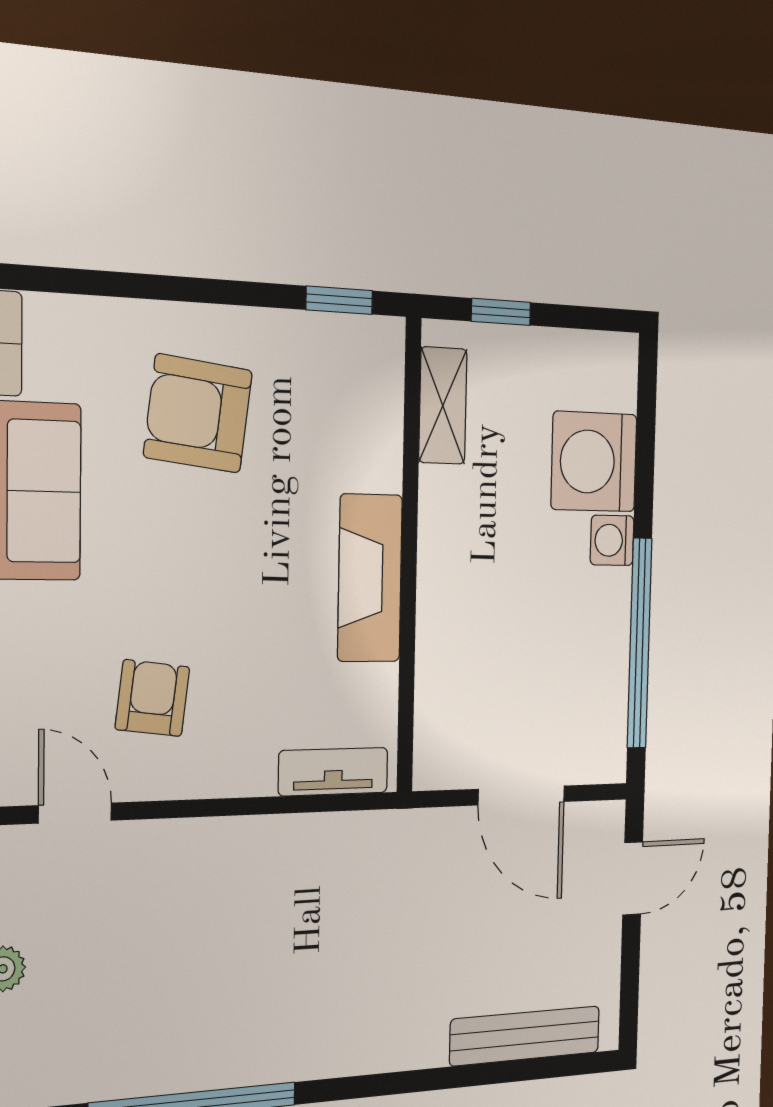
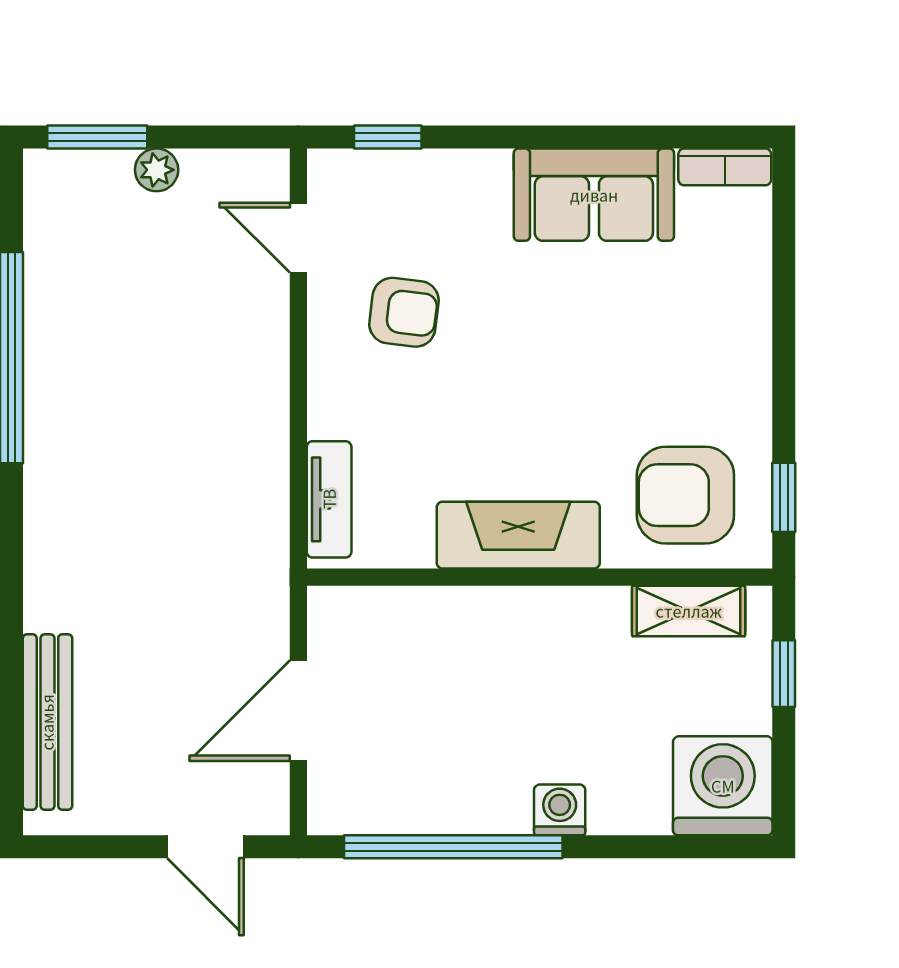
armchair: (198, 414) -> (685, 495), moved, turned -97
washing machine: (594, 462) -> (723, 786), moved
door: (75, 813) -> (298, 238), swing flipped

